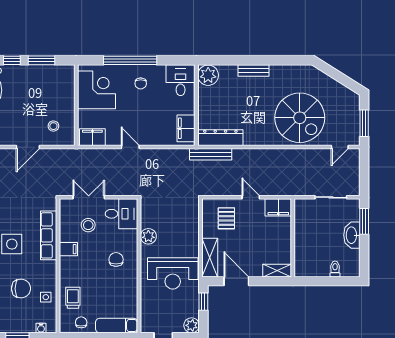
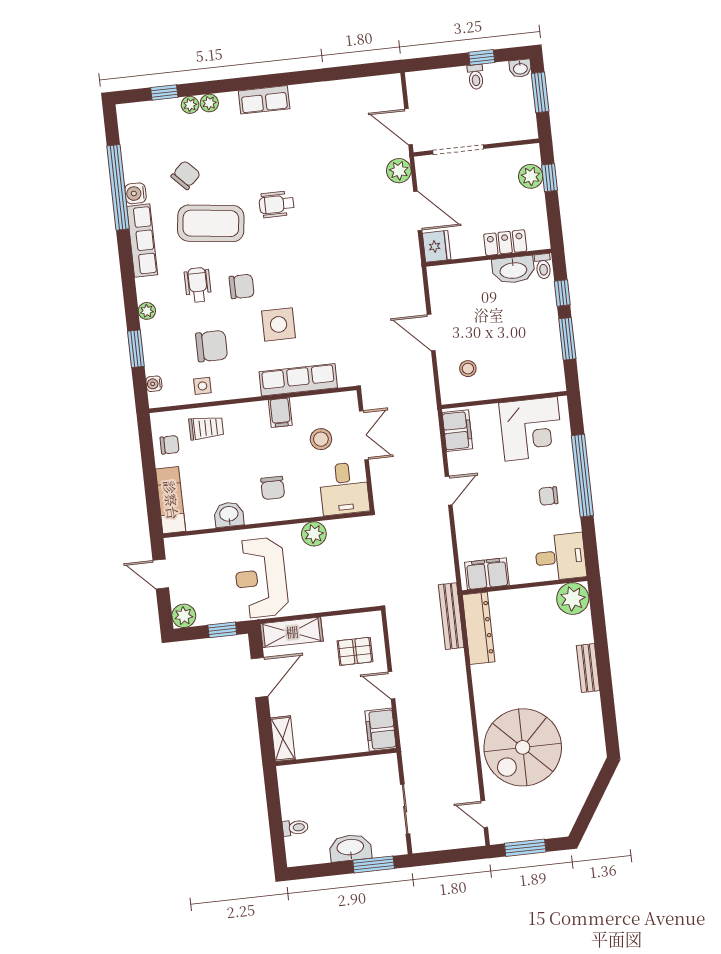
door: (251, 197) -> (391, 685), swing flipped
chair: (116, 259) -> (273, 488), turned 90
chair: (21, 289) -> (212, 346), turned -90
washbasin: (130, 289) -> (229, 515), added

